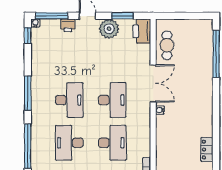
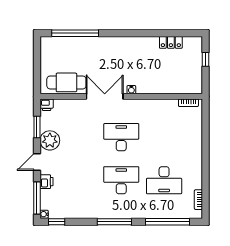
printer: (142, 31) -> (47, 105), width x0.53, depth x0.68
cafe table: (167, 45) -> (66, 82), width x1.37, depth x1.35
desk: (112, 143) -> (164, 137), removed

